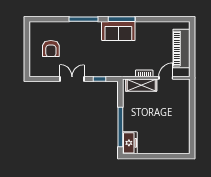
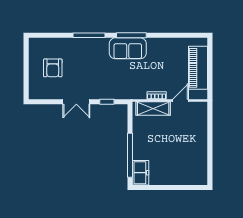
double door: (72, 79) -> (76, 102), swing flipped

